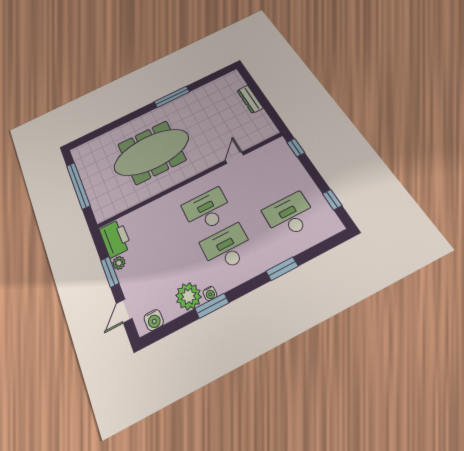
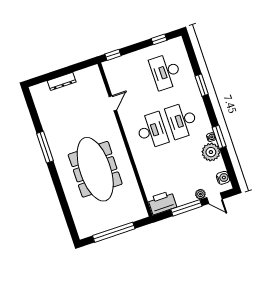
door: (234, 158) -> (113, 103), swing flipped
desk: (207, 210) -> (152, 131), turned 180
plant: (119, 263) -> (200, 194), moved
window: (110, 272) -> (186, 208), width x1.44

